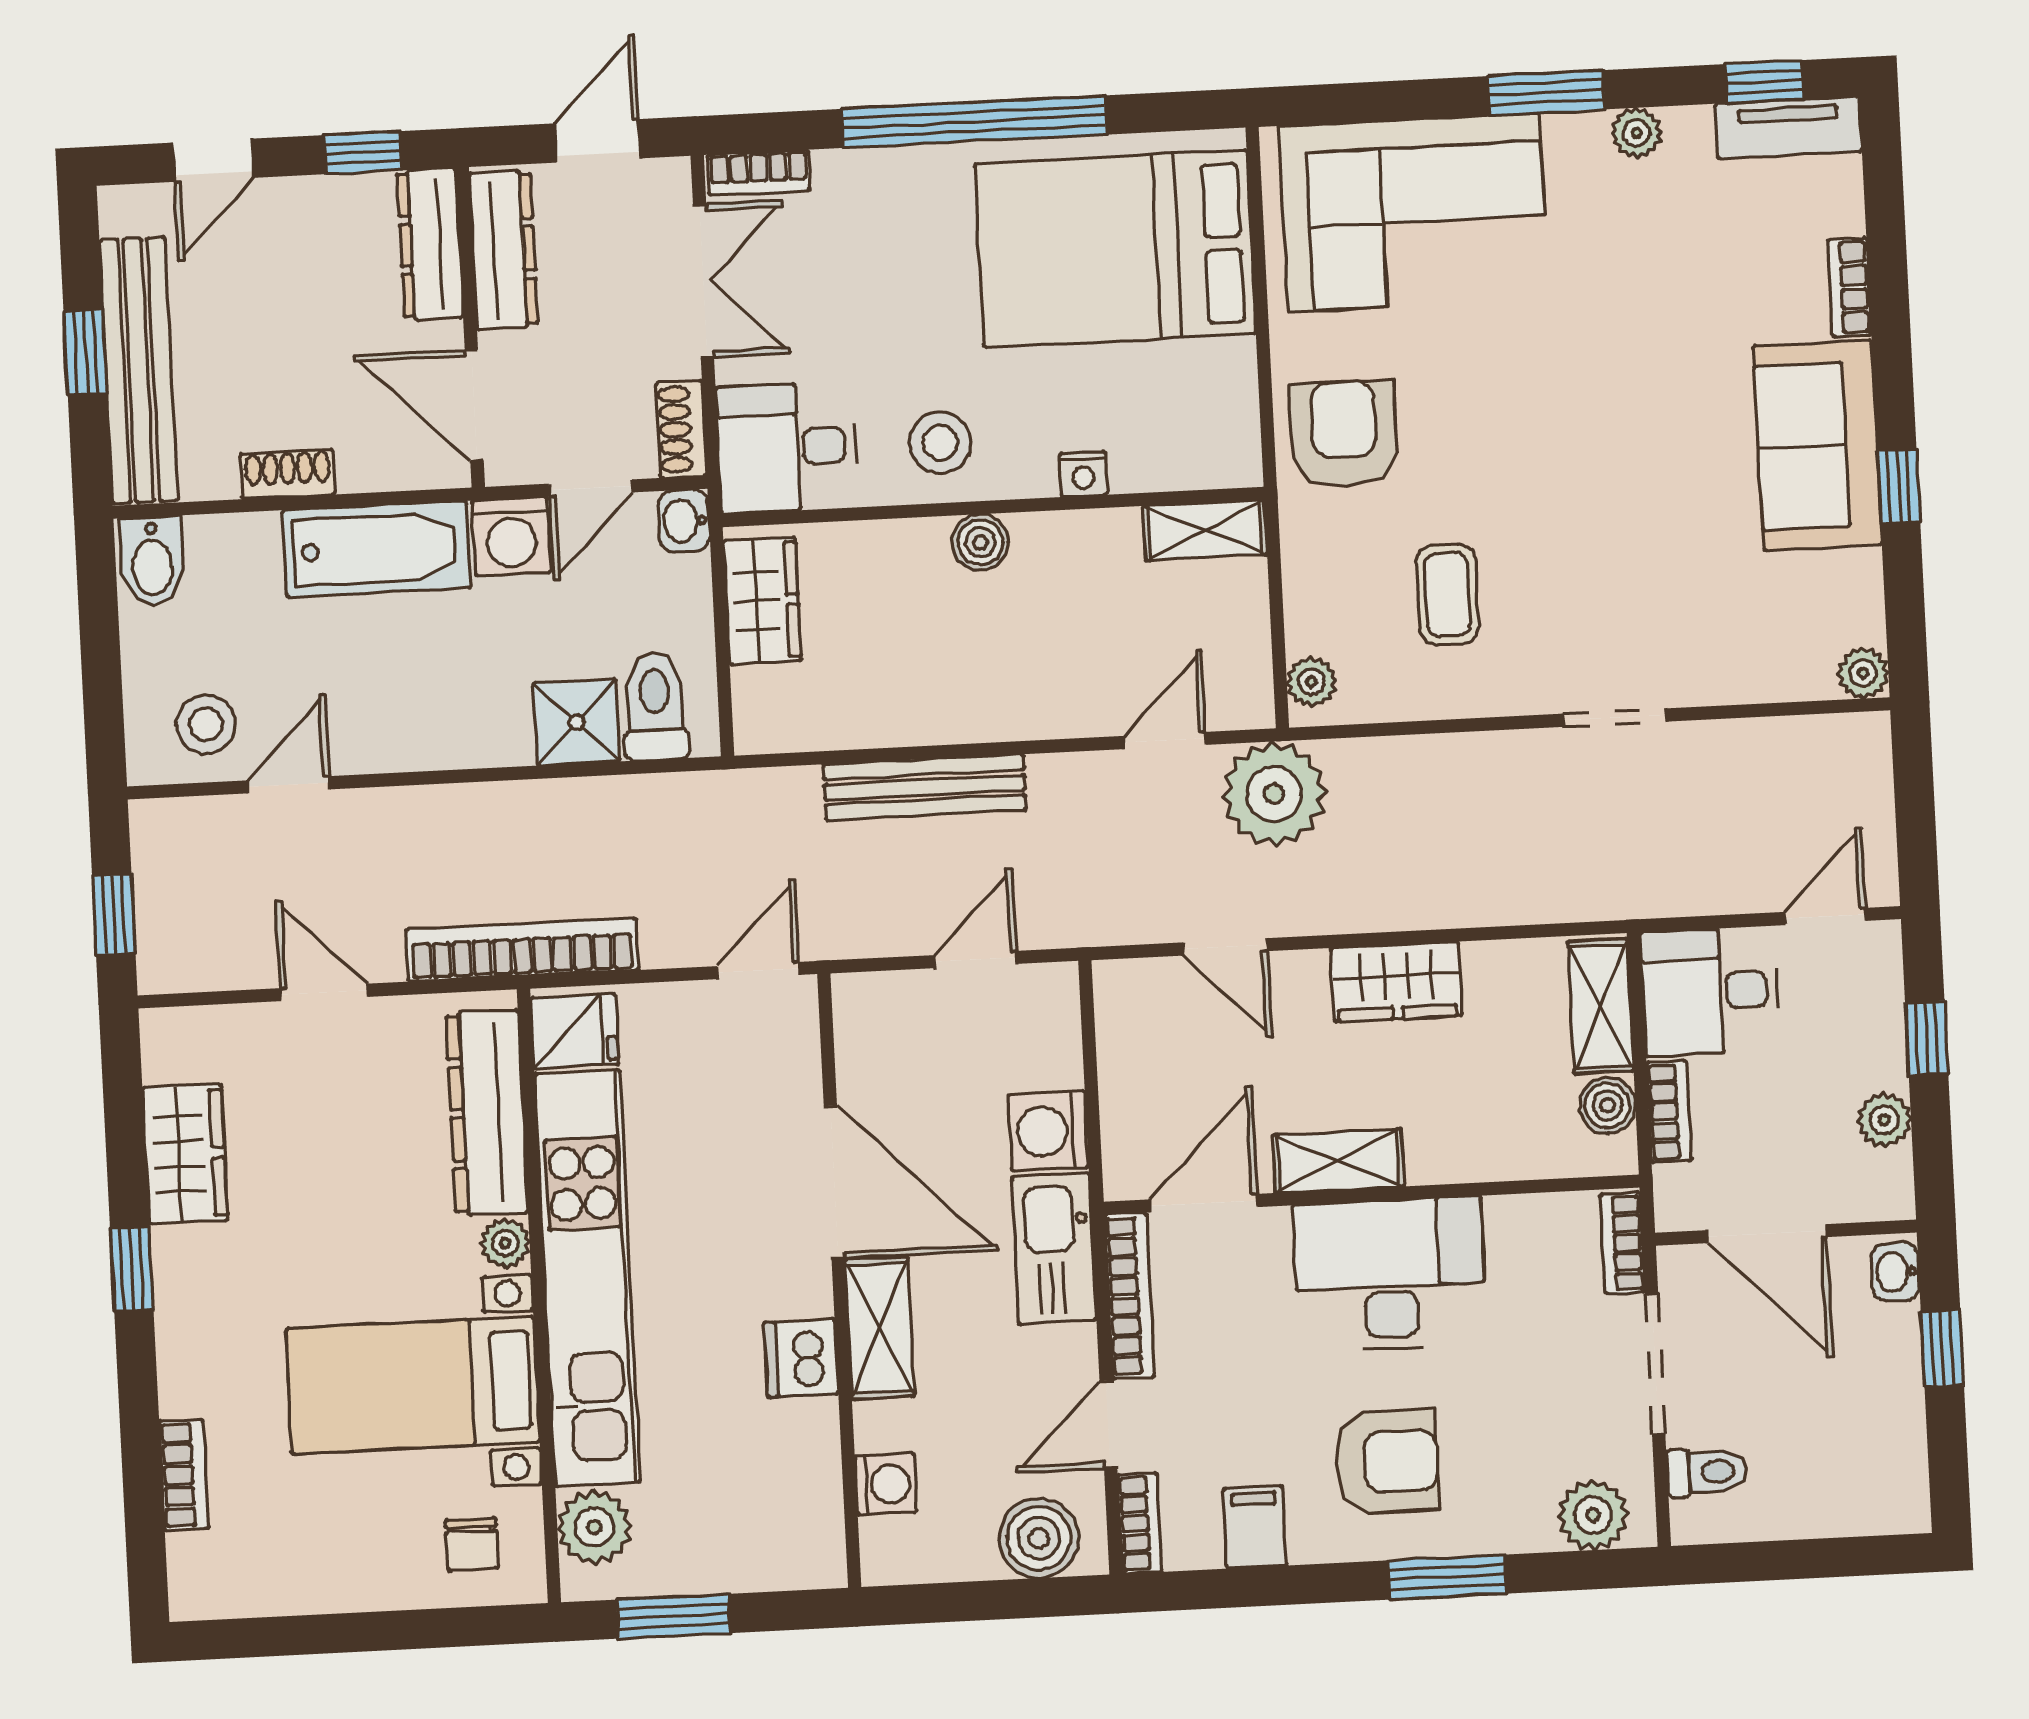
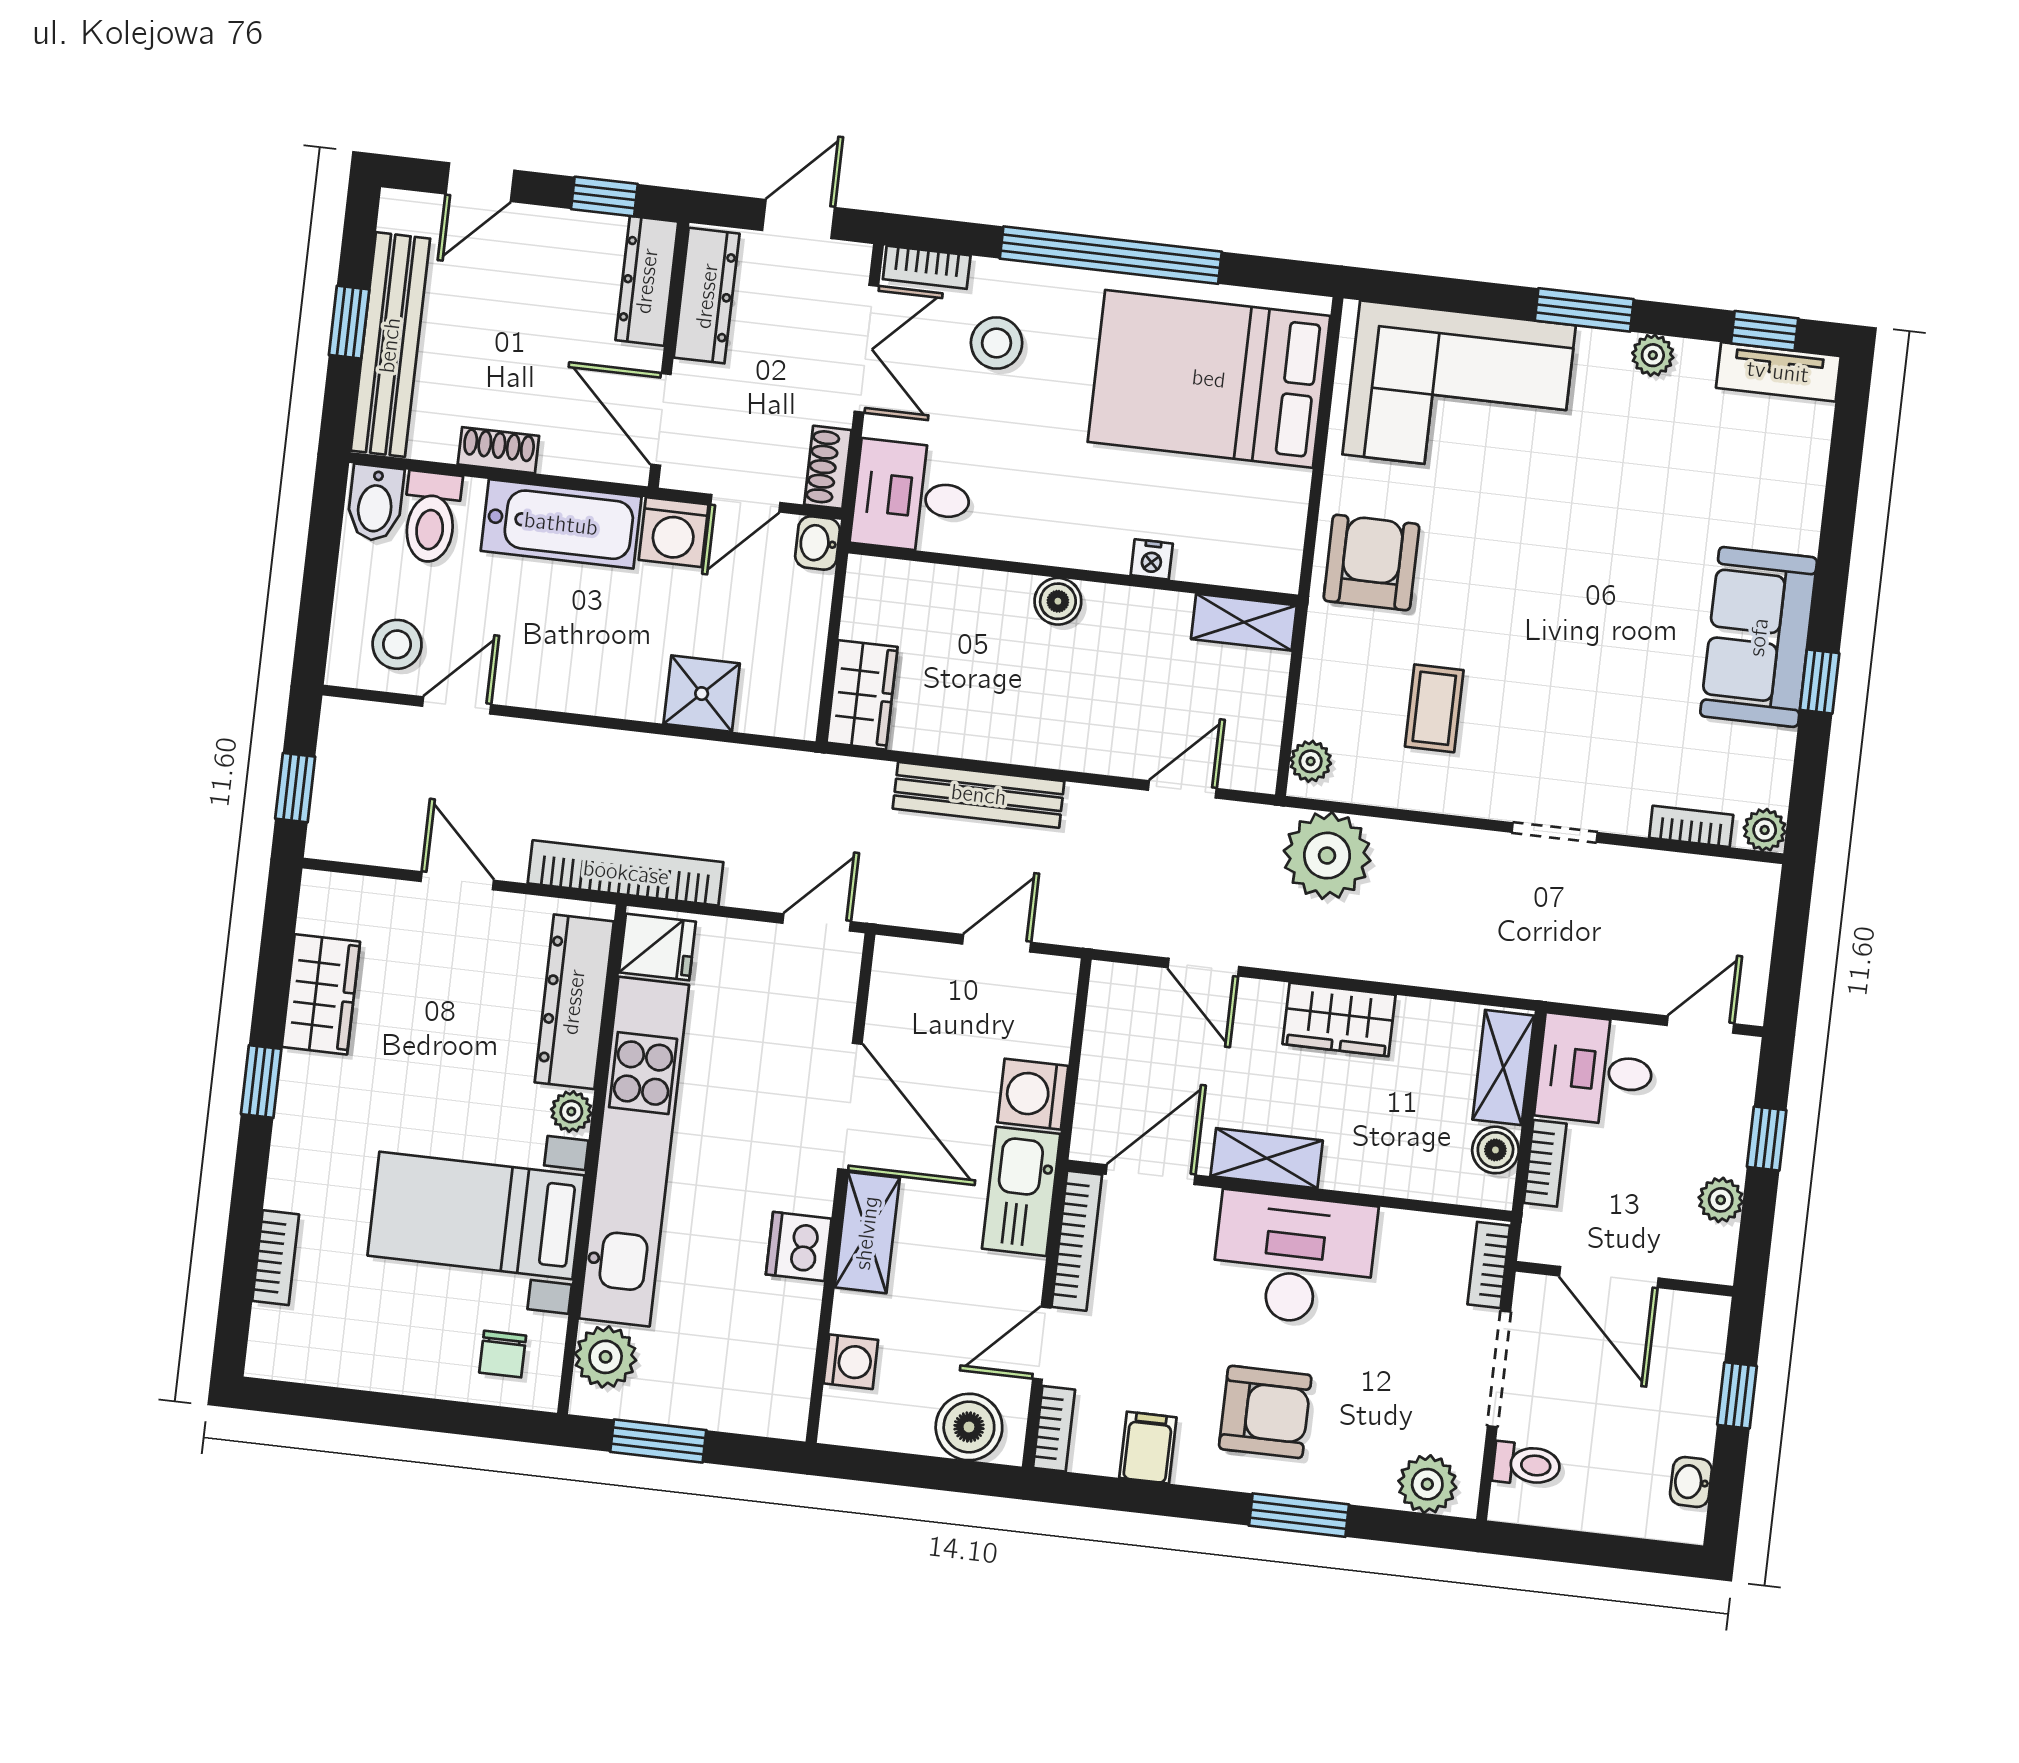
bookcase: (1849, 287) -> (1691, 826), moved, turned 90
stool: (940, 443) -> (997, 343), moved
wardrobe: (762, 601) -> (862, 695), moved
toilet: (655, 706) -> (431, 517), moved, turned 180
plant: (1274, 794) -> (1327, 856), moved
washbasin: (1895, 1272) -> (1691, 1482), moved

